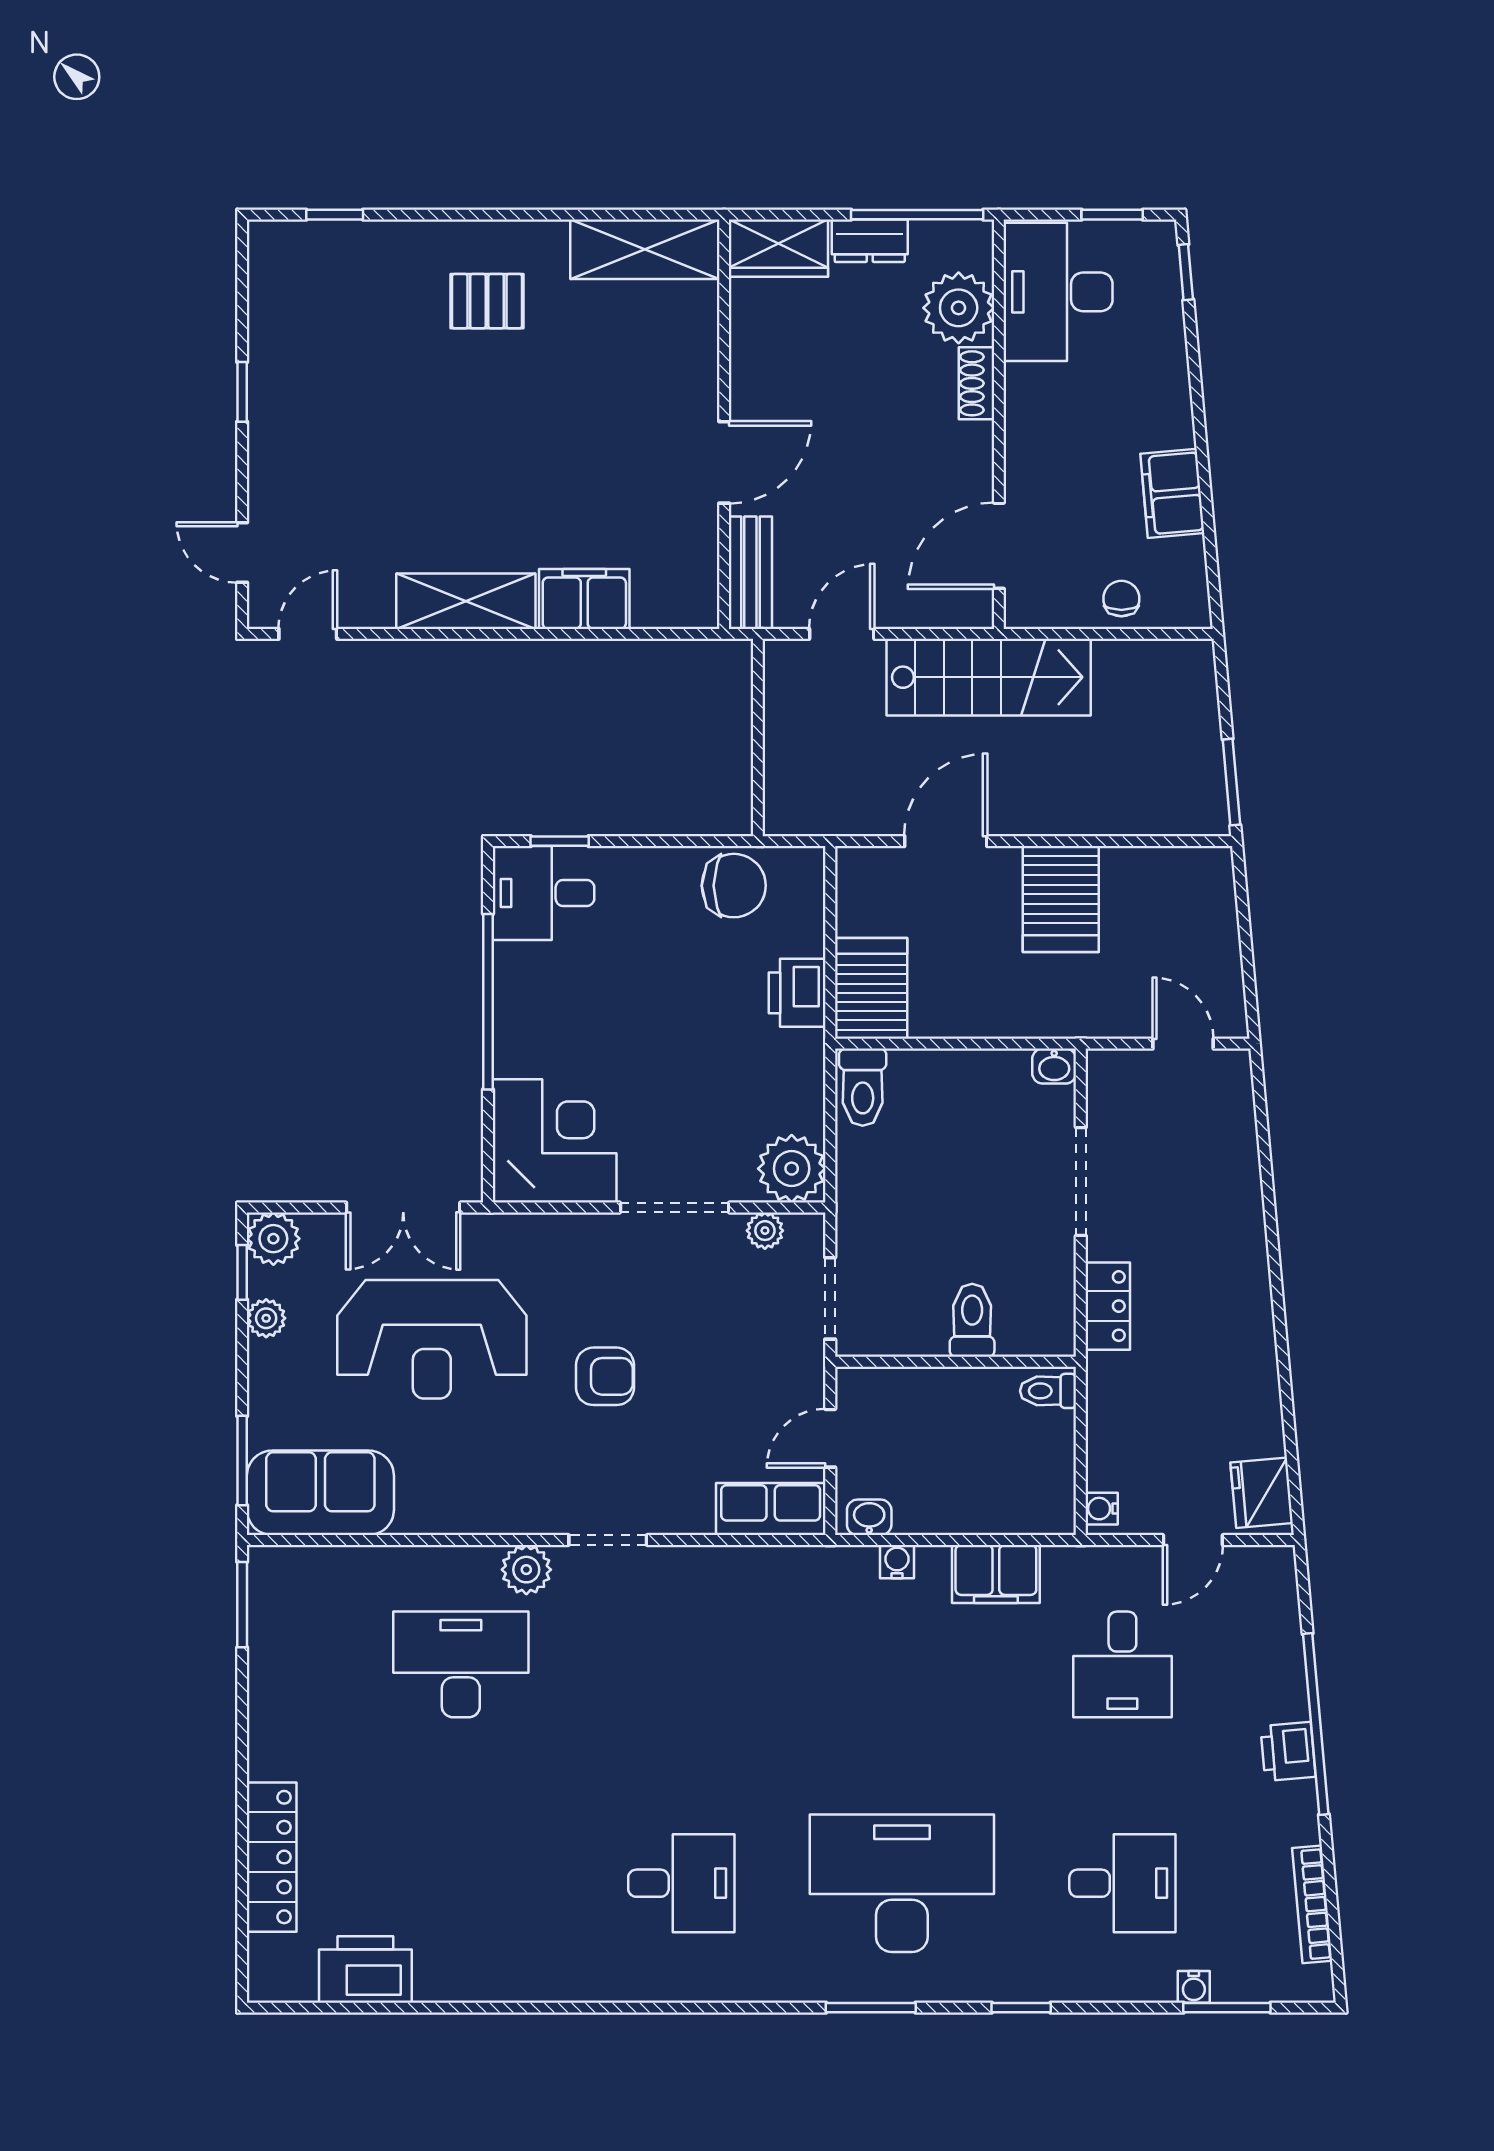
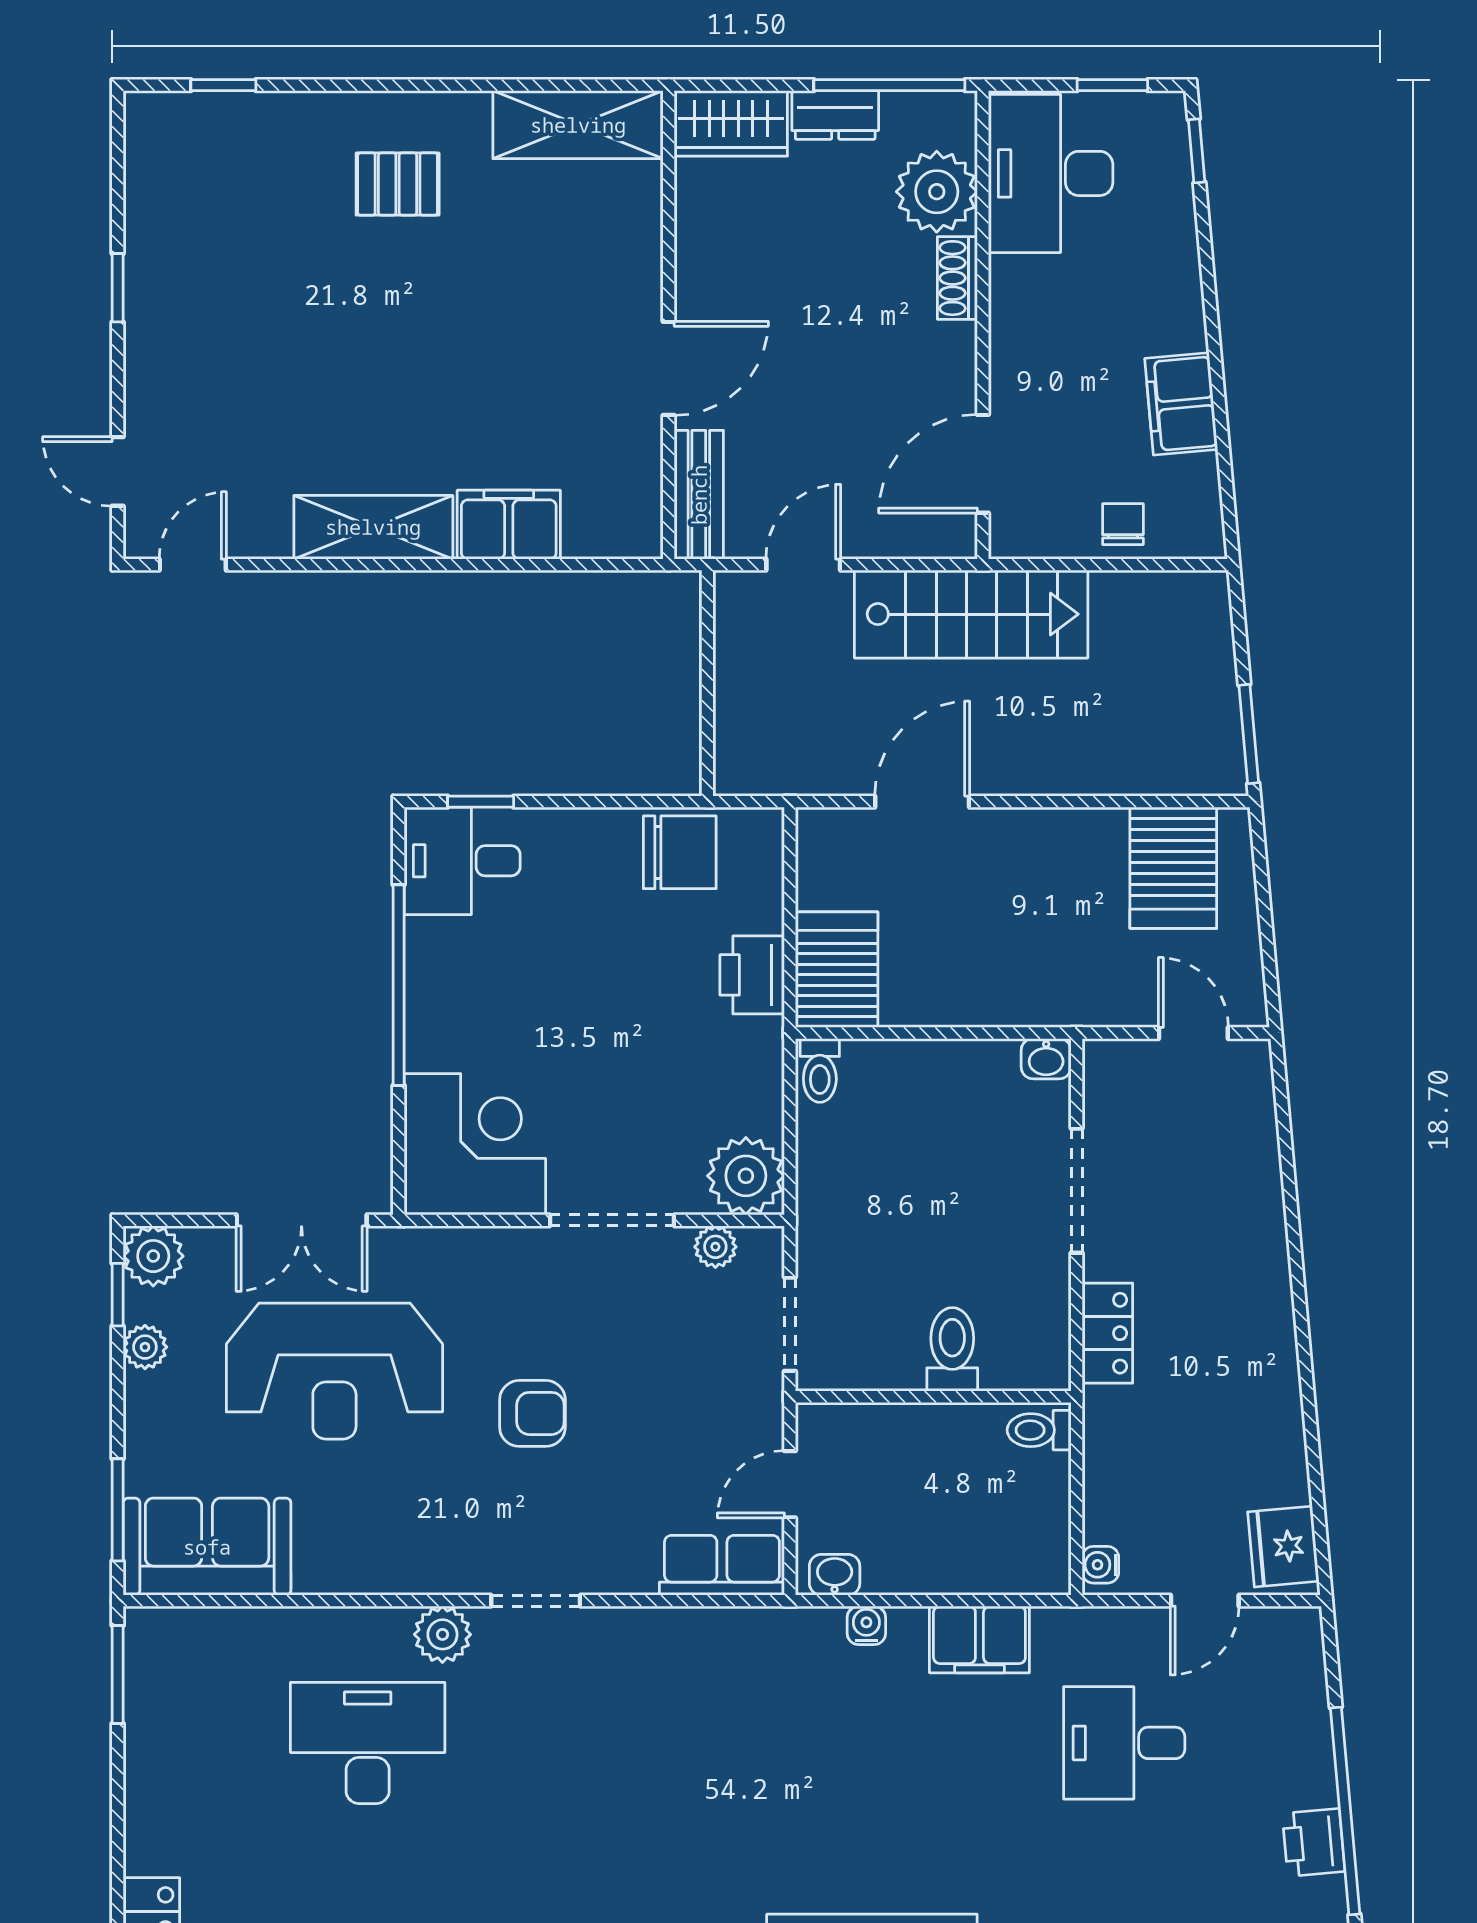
server rack: (1061, 899) -> (1173, 868), moved
toilet: (863, 1087) -> (820, 1070), width x0.73, depth x0.72
desk: (1122, 1664) -> (1124, 1743), turned 90

